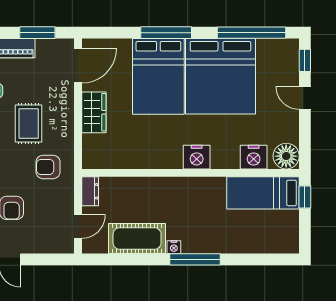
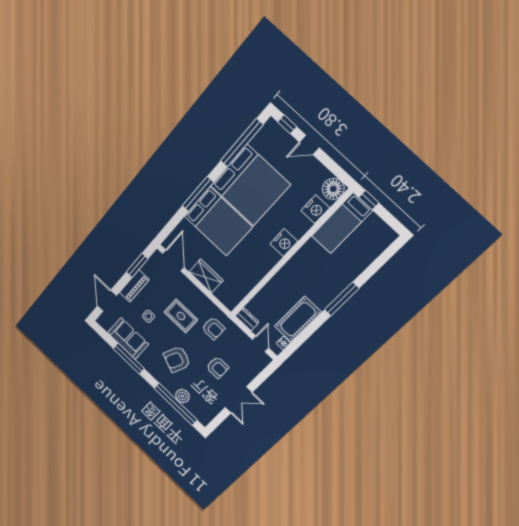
armchair: (48, 167) -> (213, 328), turned -90
nightstand: (174, 247) -> (283, 343), moved

